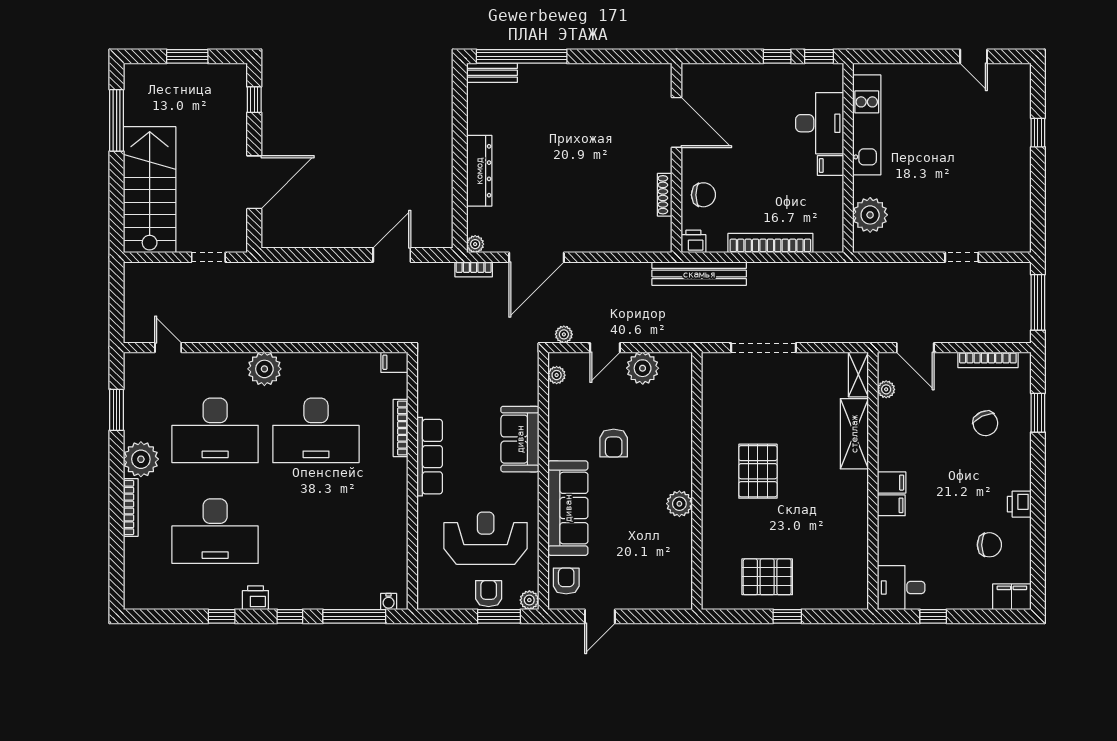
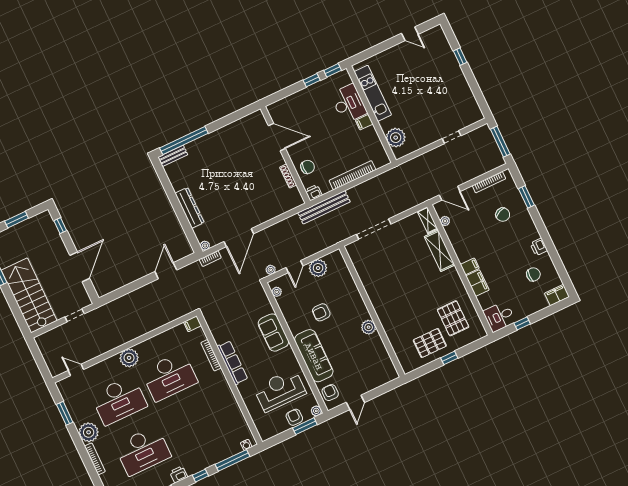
armchair: (614, 443) -> (321, 312), turned 90
pallet: (758, 471) -> (453, 318), moved
filing cabinet: (891, 505) -> (477, 283), width x2.00

